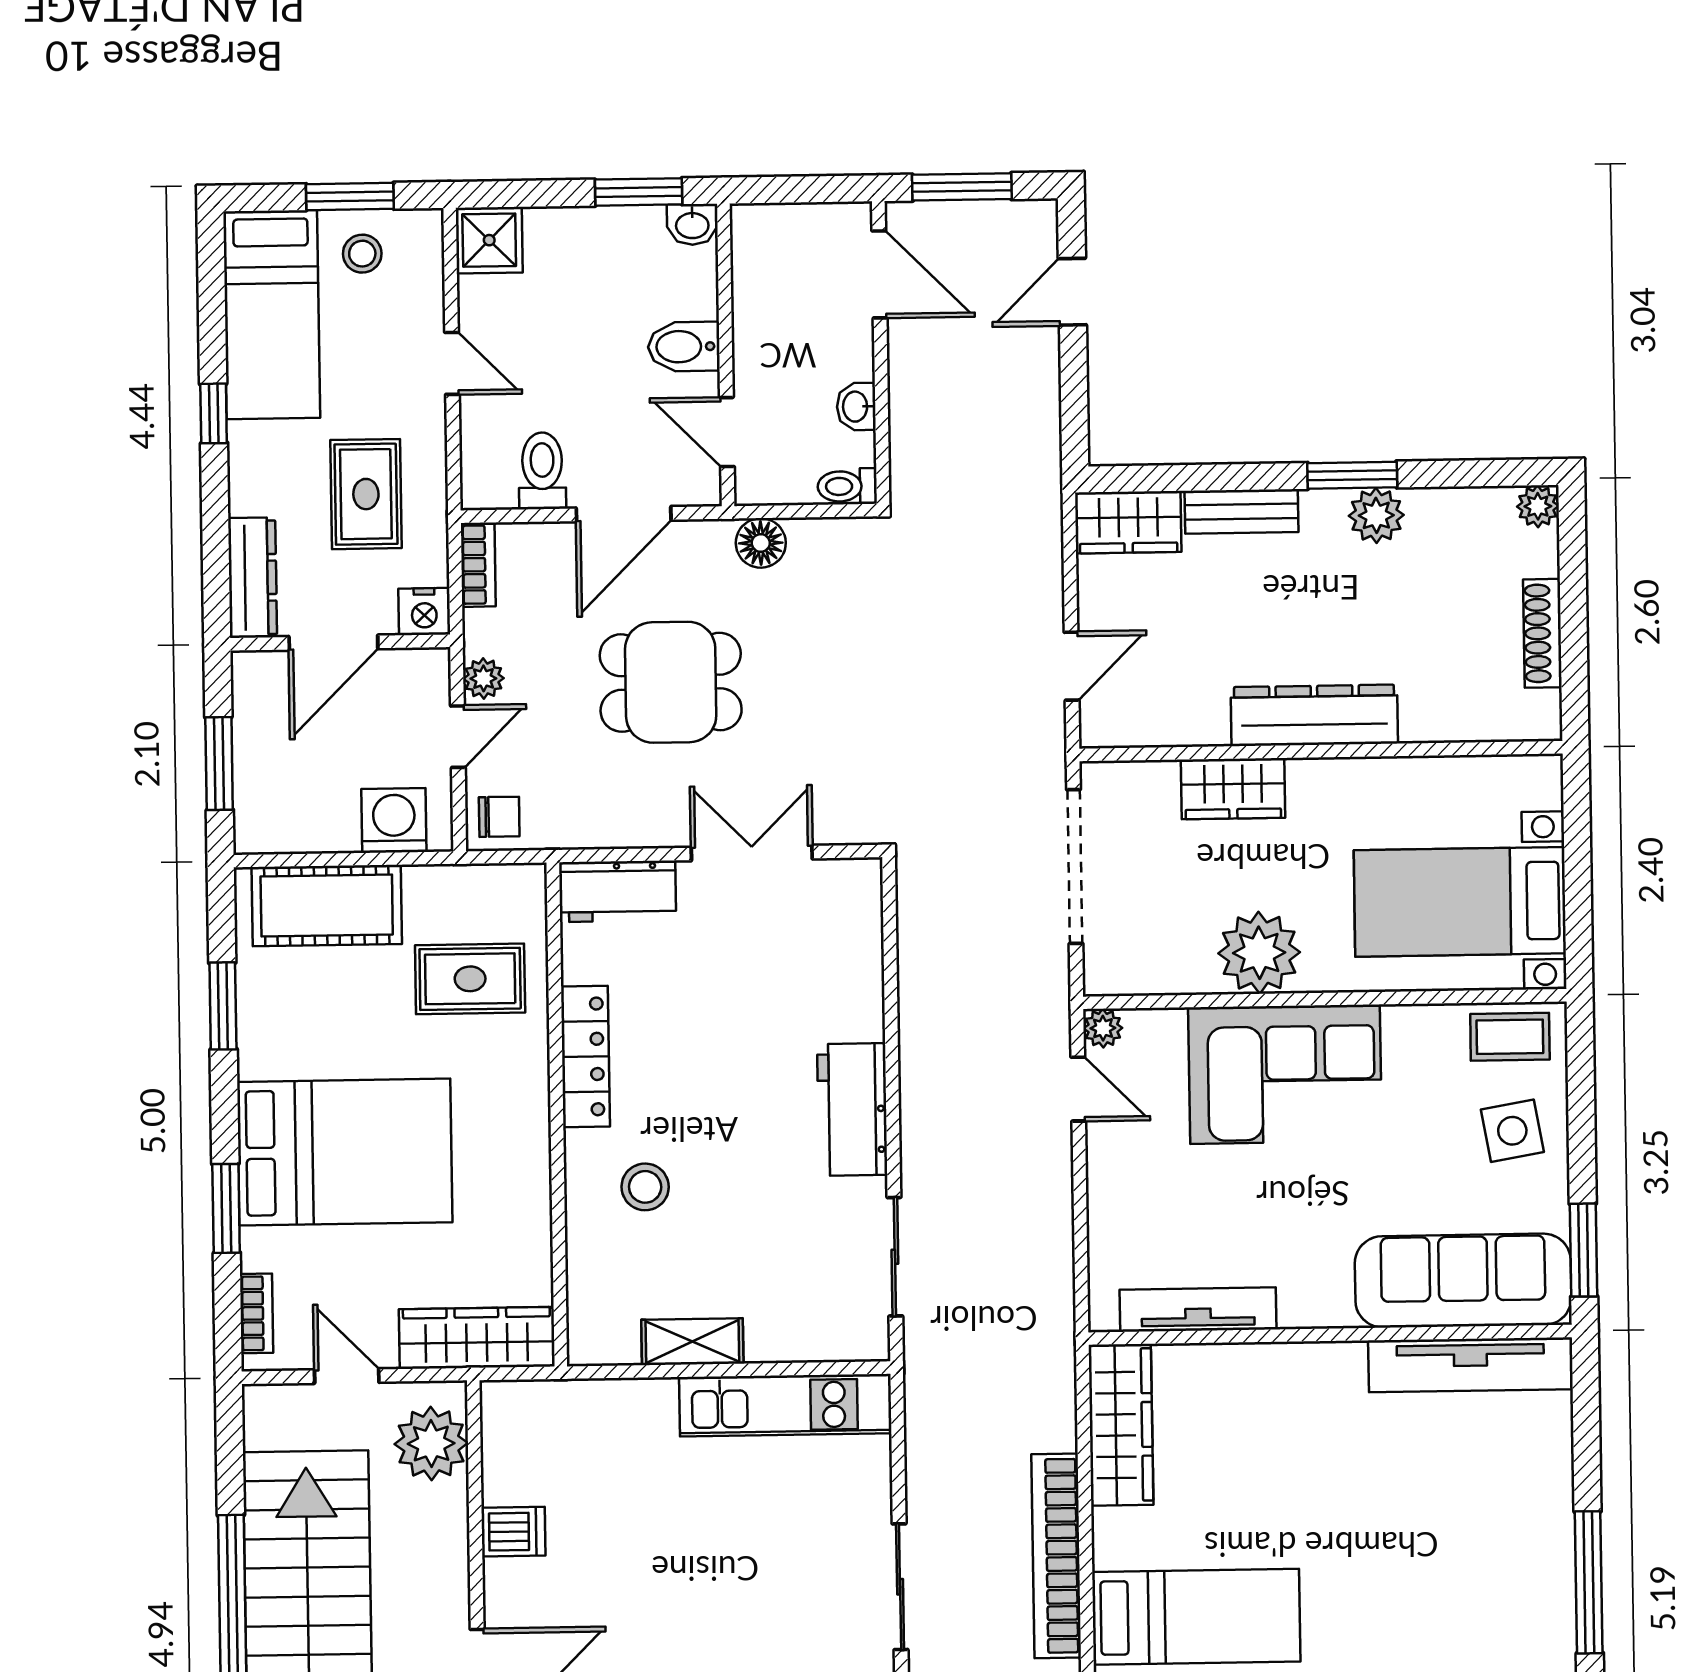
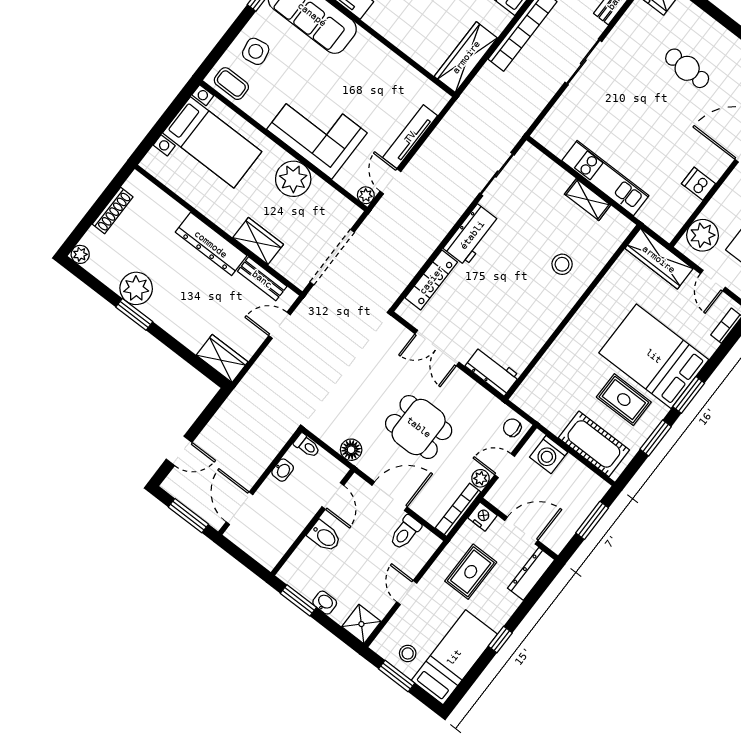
washbasin: (692, 224) -> (325, 603), moved
bench: (1241, 511) -> (262, 279), moved
plant: (1376, 515) -> (136, 288), width x1.36, depth x1.36
bookcase: (478, 565) -> (458, 510), width x1.56
rug: (470, 979) -> (624, 400), moved
locker: (585, 1057) -> (431, 280), moved, turned 180
window: (226, 1208) -> (689, 395), moved
tv unit: (1198, 1309) -> (410, 137), moved, turned 90
kitchen unit: (785, 1405) -> (605, 178), moved

